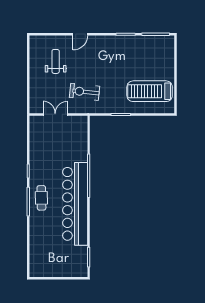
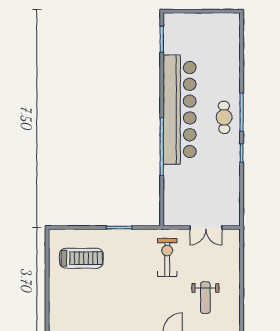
treadmill: (150, 91) -> (81, 258), width x0.73, depth x0.73
exercise bike: (85, 92) -> (167, 257), turned -96

